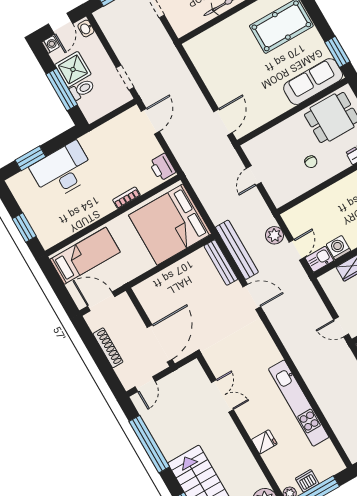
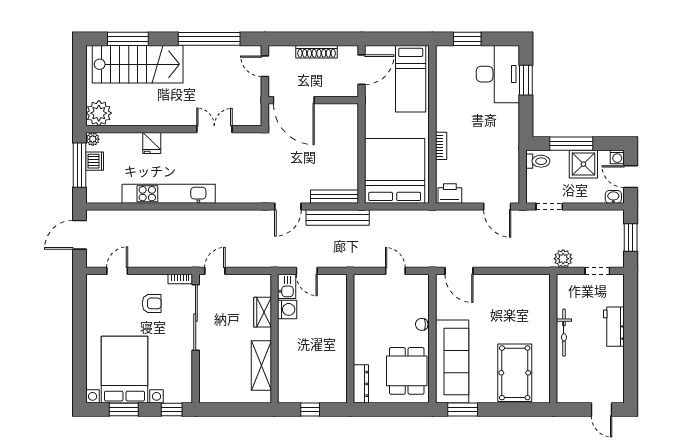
sofa: (313, 82) -> (452, 361), width x1.36, depth x1.27
toilet: (82, 89) -> (538, 161), moved, turned -90
chair: (311, 162) -> (422, 324), moved
desk: (63, 171) -> (498, 74), moved
plant: (274, 235) -> (563, 259), moved
double door: (222, 396) -> (214, 129), swing flipped

